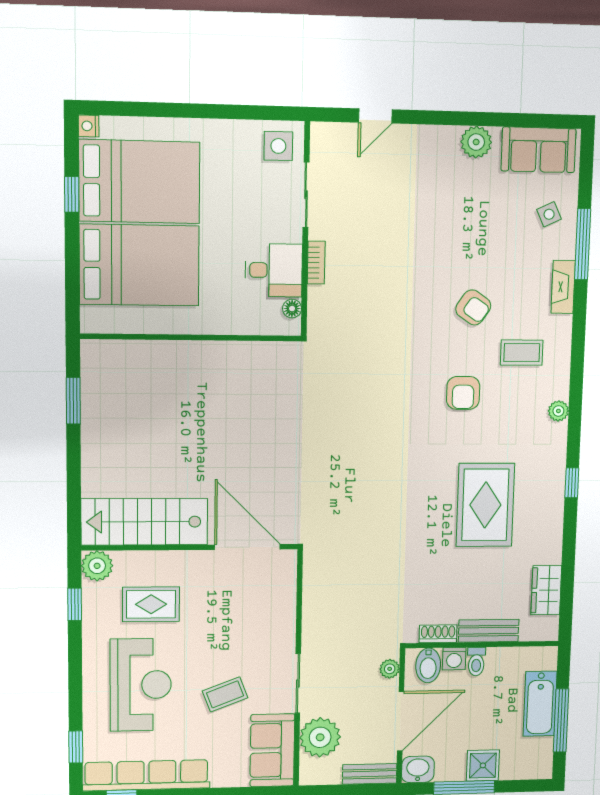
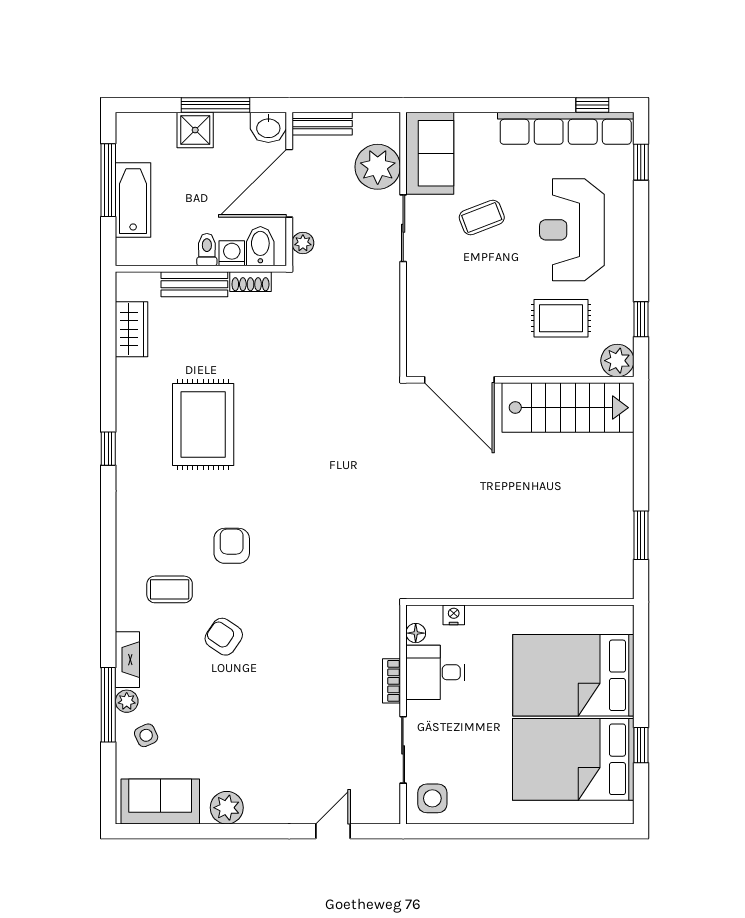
nightstand: (89, 126) -> (454, 615), moved, turned -90
plant: (558, 411) -> (127, 701), moved

